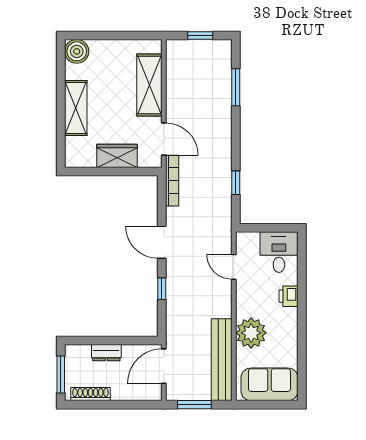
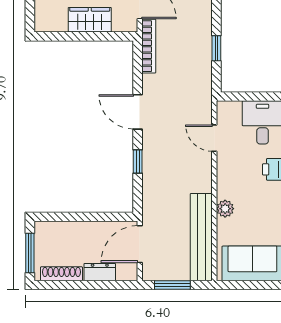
plant: (251, 333) -> (225, 209), width x0.53, depth x0.53
dresser: (106, 353) -> (100, 272), moved, turned 180

